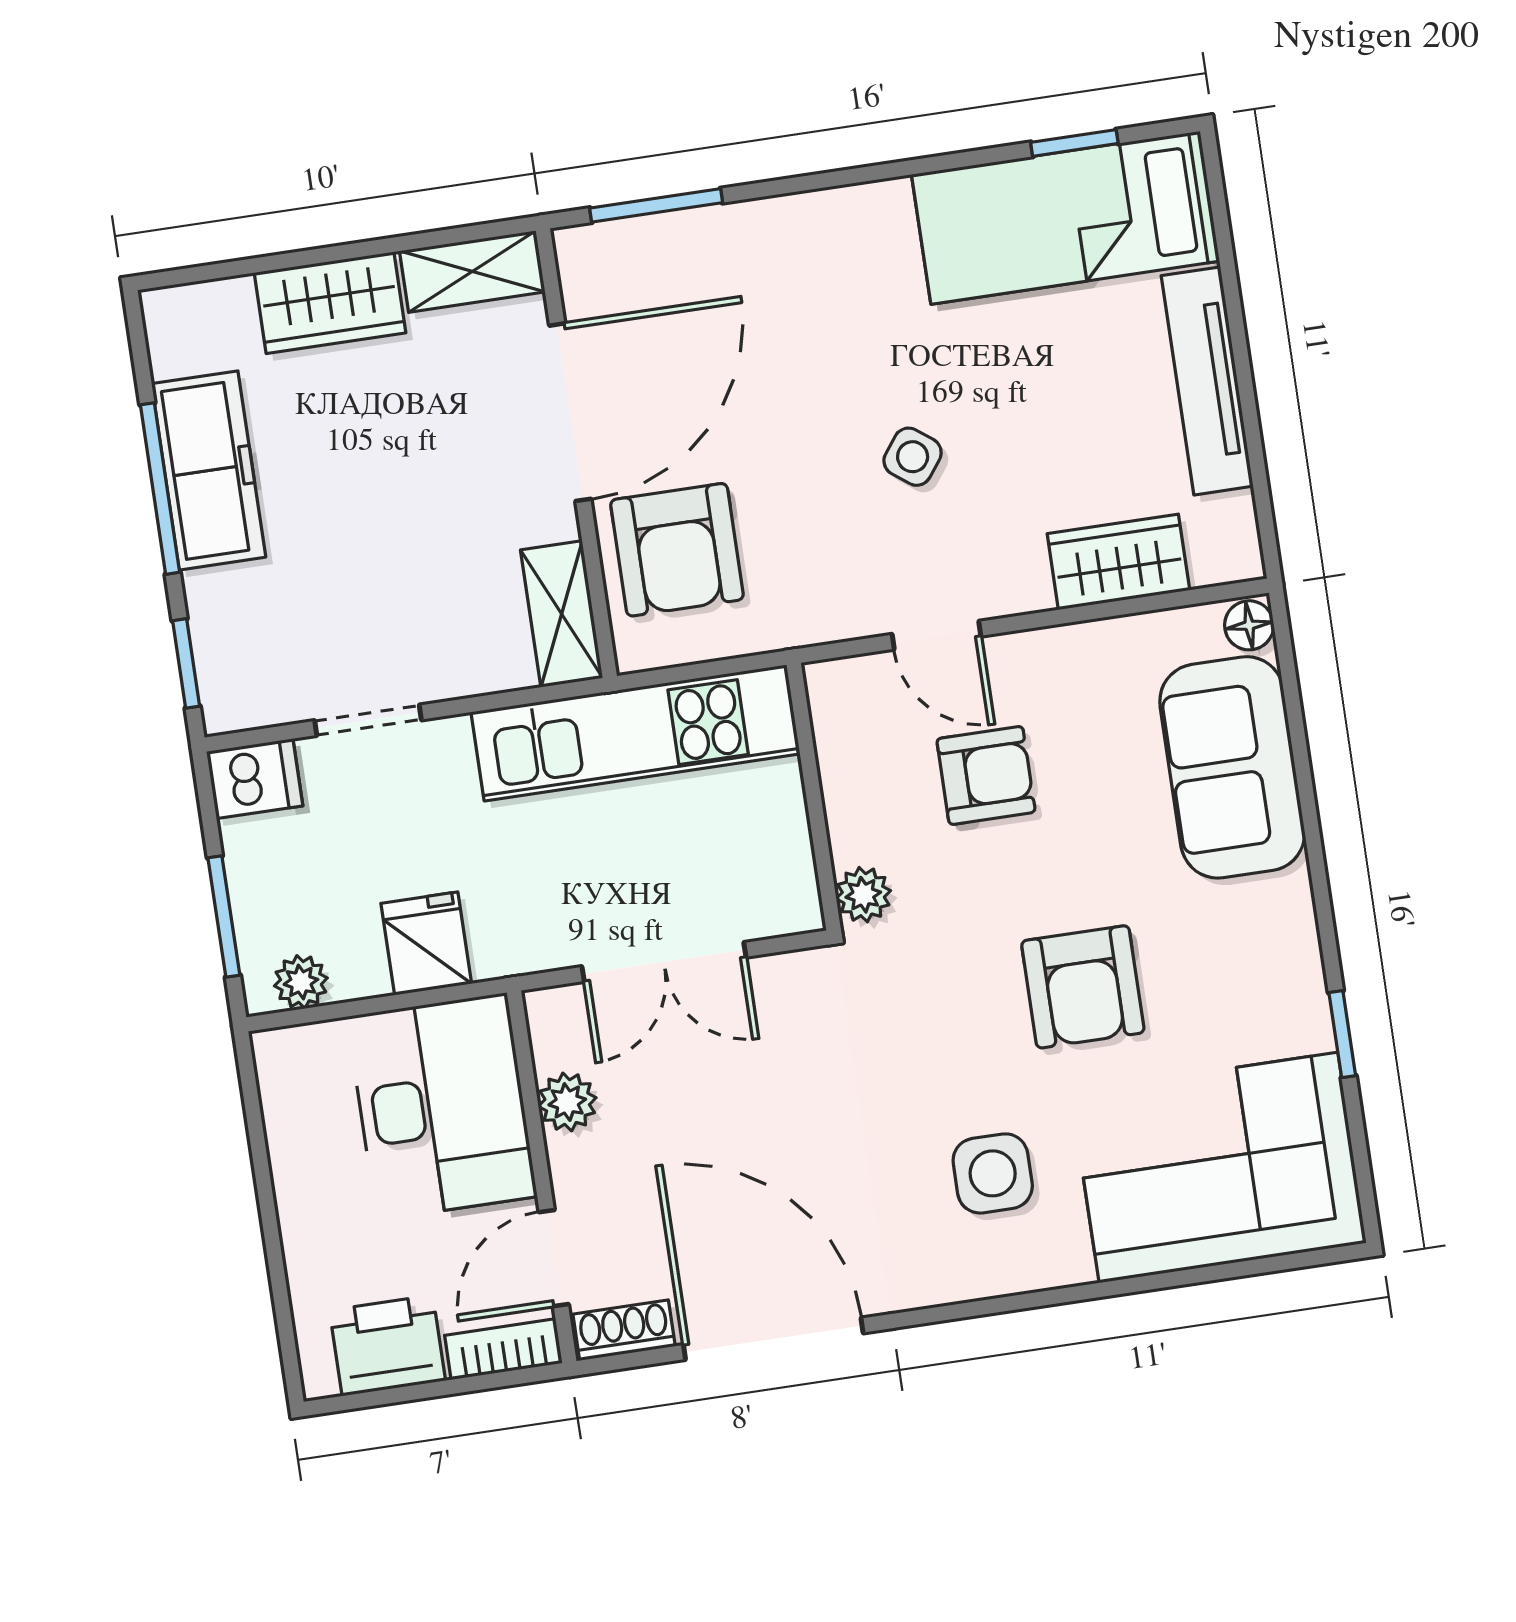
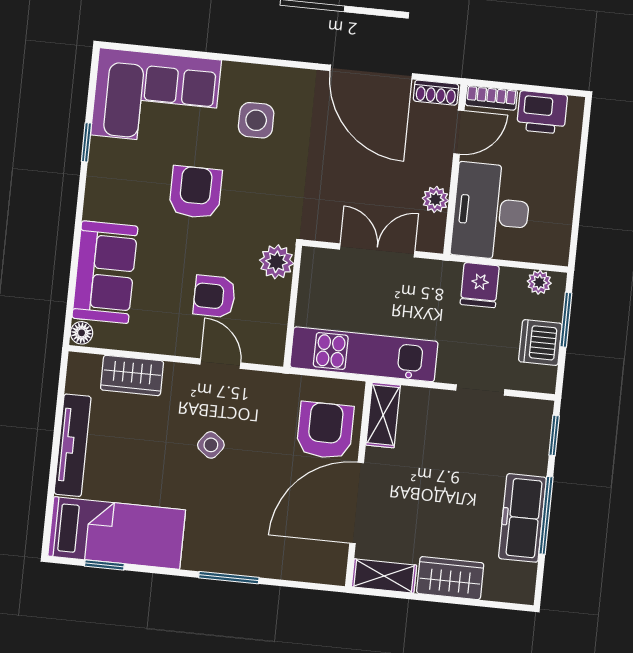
window: (656, 205) -> (229, 578), moved
dishwasher: (255, 779) -> (540, 343), moved, width x1.38
plant: (863, 895) -> (277, 262), width x1.38, depth x1.38

